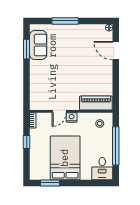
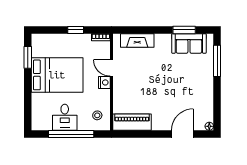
window: (65, 21) -> (217, 61), moved
fireplace: (36, 89) -> (137, 40), added
piano: (96, 103) -> (132, 122), moved, turned -90
desk: (102, 169) -> (65, 117), moved, turned -90

